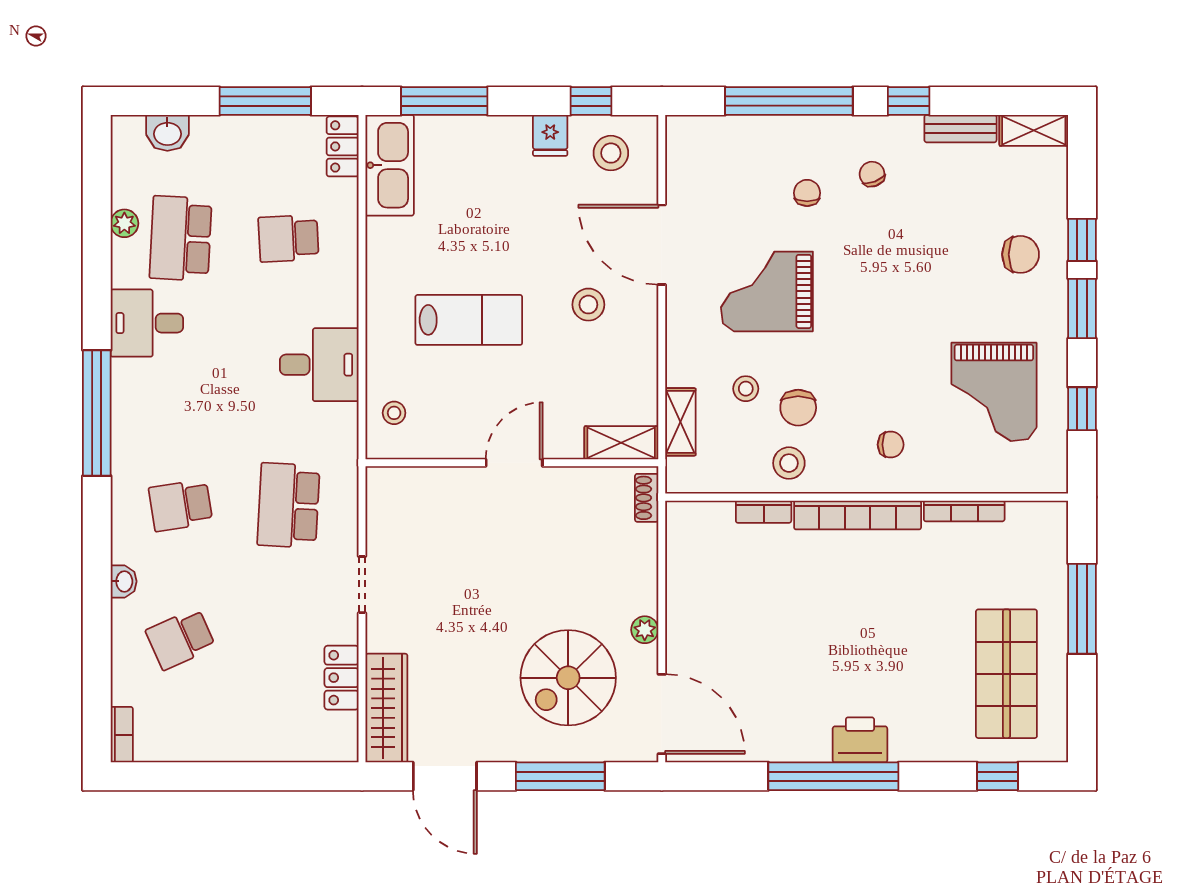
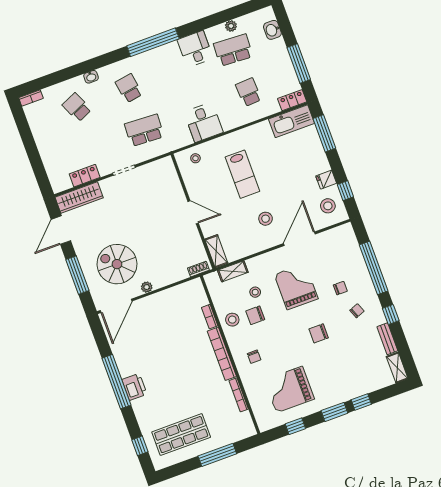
chair: (1021, 254) -> (319, 333), moved, turned 90

